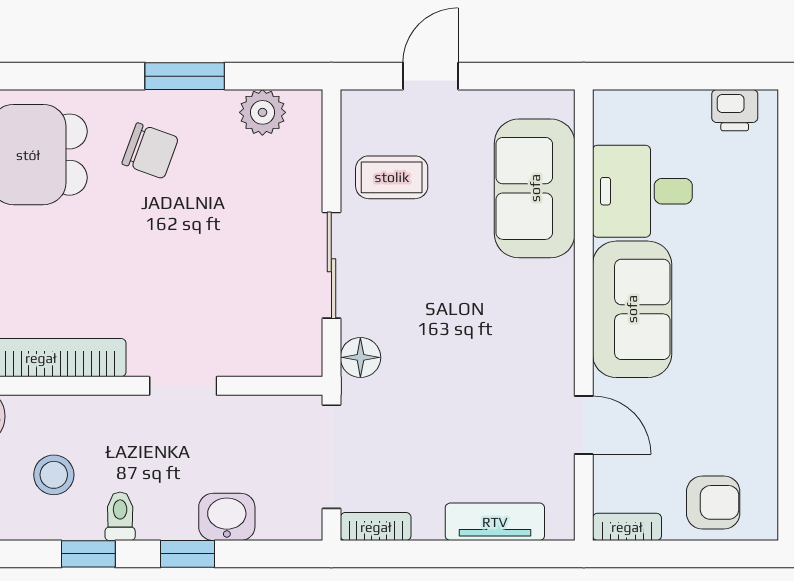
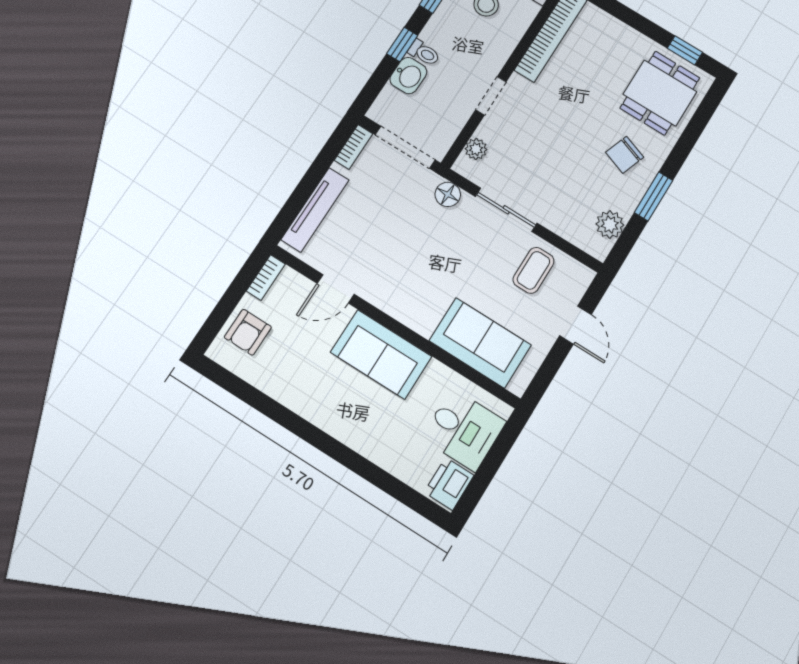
printer: (735, 110) -> (449, 484), width x1.36, depth x1.24
desk: (642, 191) -> (464, 430), moved, turned 90
plant: (272, 359) -> (476, 149), added
toilet: (120, 516) -> (424, 53), moved
tv unit: (495, 522) -> (315, 210), width x1.41

